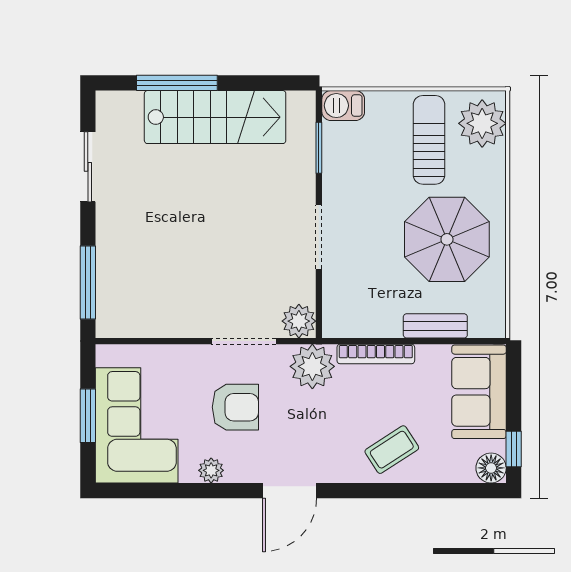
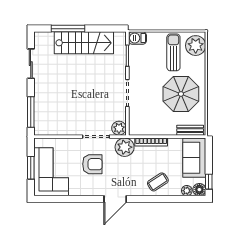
bench: (435, 326) -> (190, 130), moved
plant: (211, 470) -> (187, 191), moved

